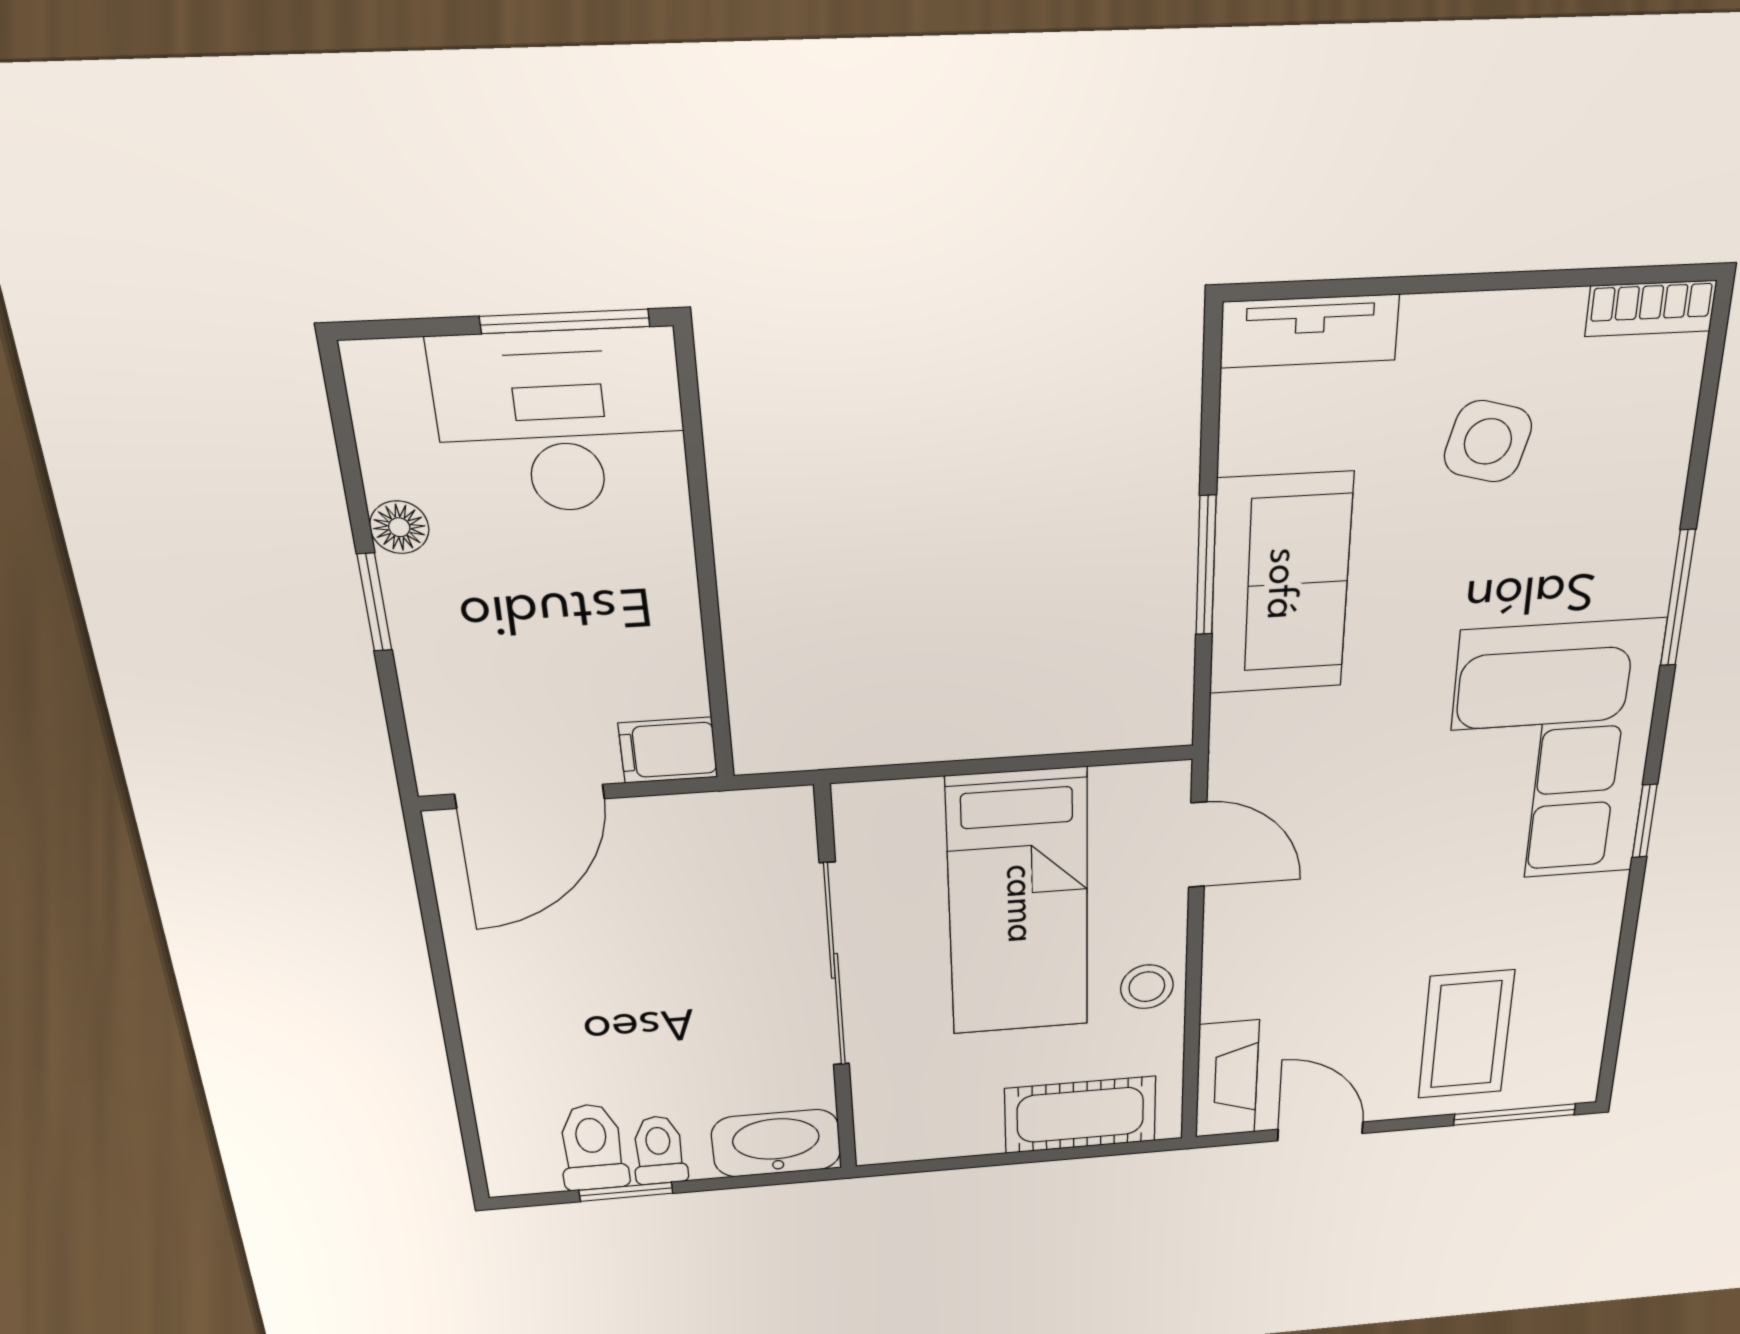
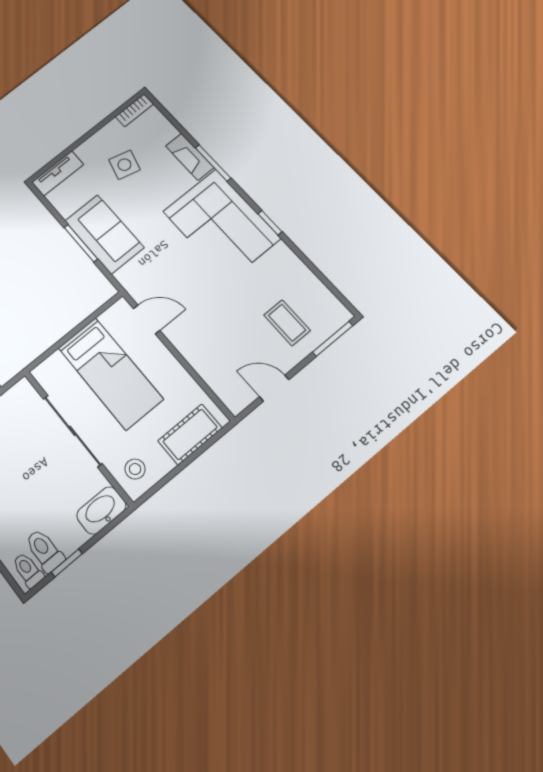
stool: (1147, 987) -> (135, 469), moved
coffee table: (1466, 1035) -> (287, 323), width x0.73, depth x0.77
fireplace: (1227, 1079) -> (190, 157), moved, turned 180
toilet: (659, 1150) -> (28, 570), moved

